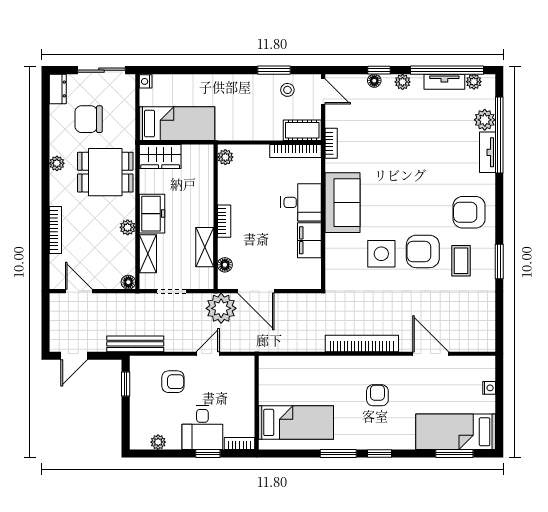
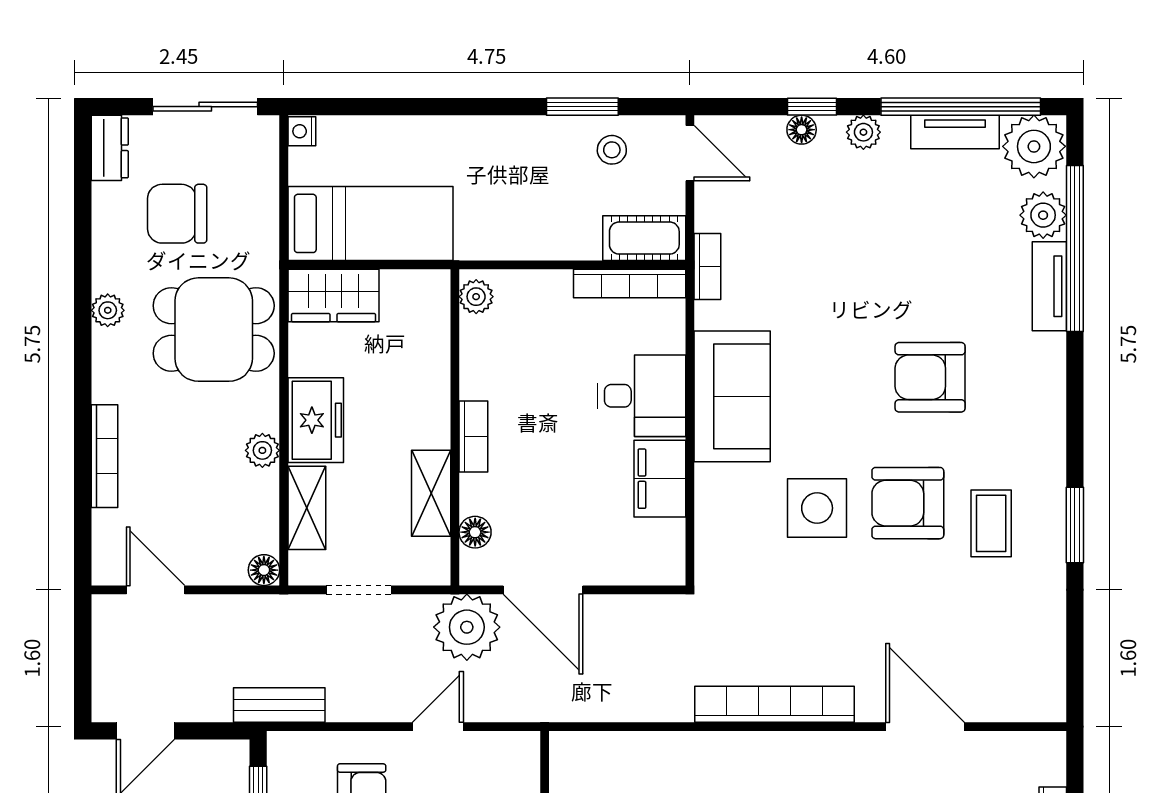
plant: (474, 82) -> (1034, 146), width x1.87, depth x1.87
armchair: (469, 212) -> (930, 377), moved
bench: (135, 344) -> (279, 705), width x0.73

